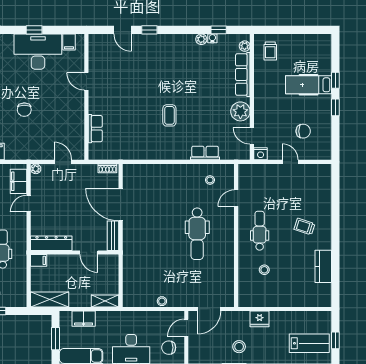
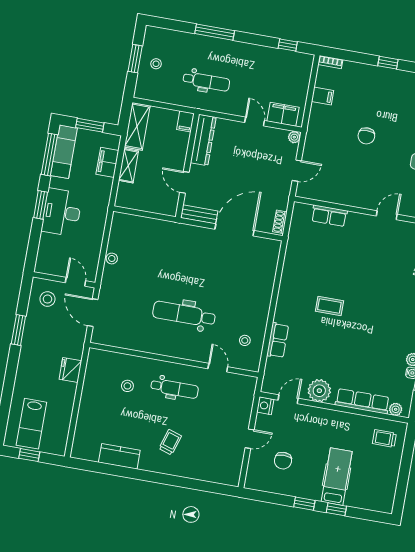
chair: (24, 110) -> (366, 136), turned -90
door: (89, 252) -> (184, 182), hinge flipped
shelving: (105, 301) -> (128, 166), moved
stool: (239, 347) -> (47, 299), moved
chair: (169, 348) -> (56, 257), removed

